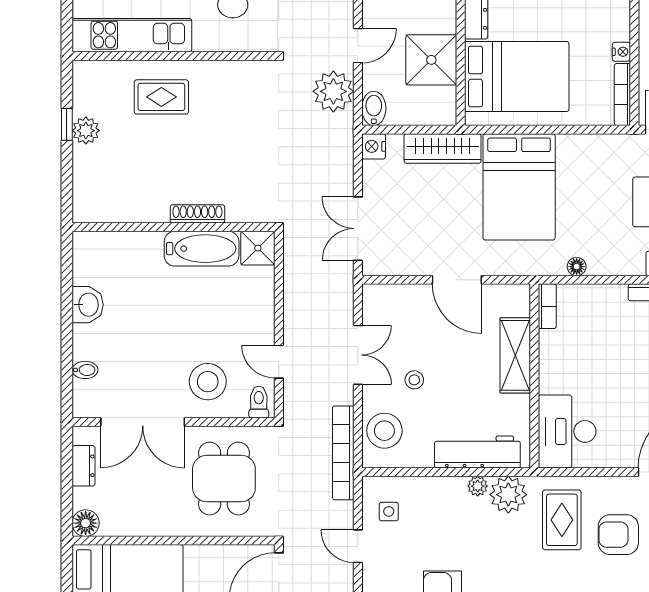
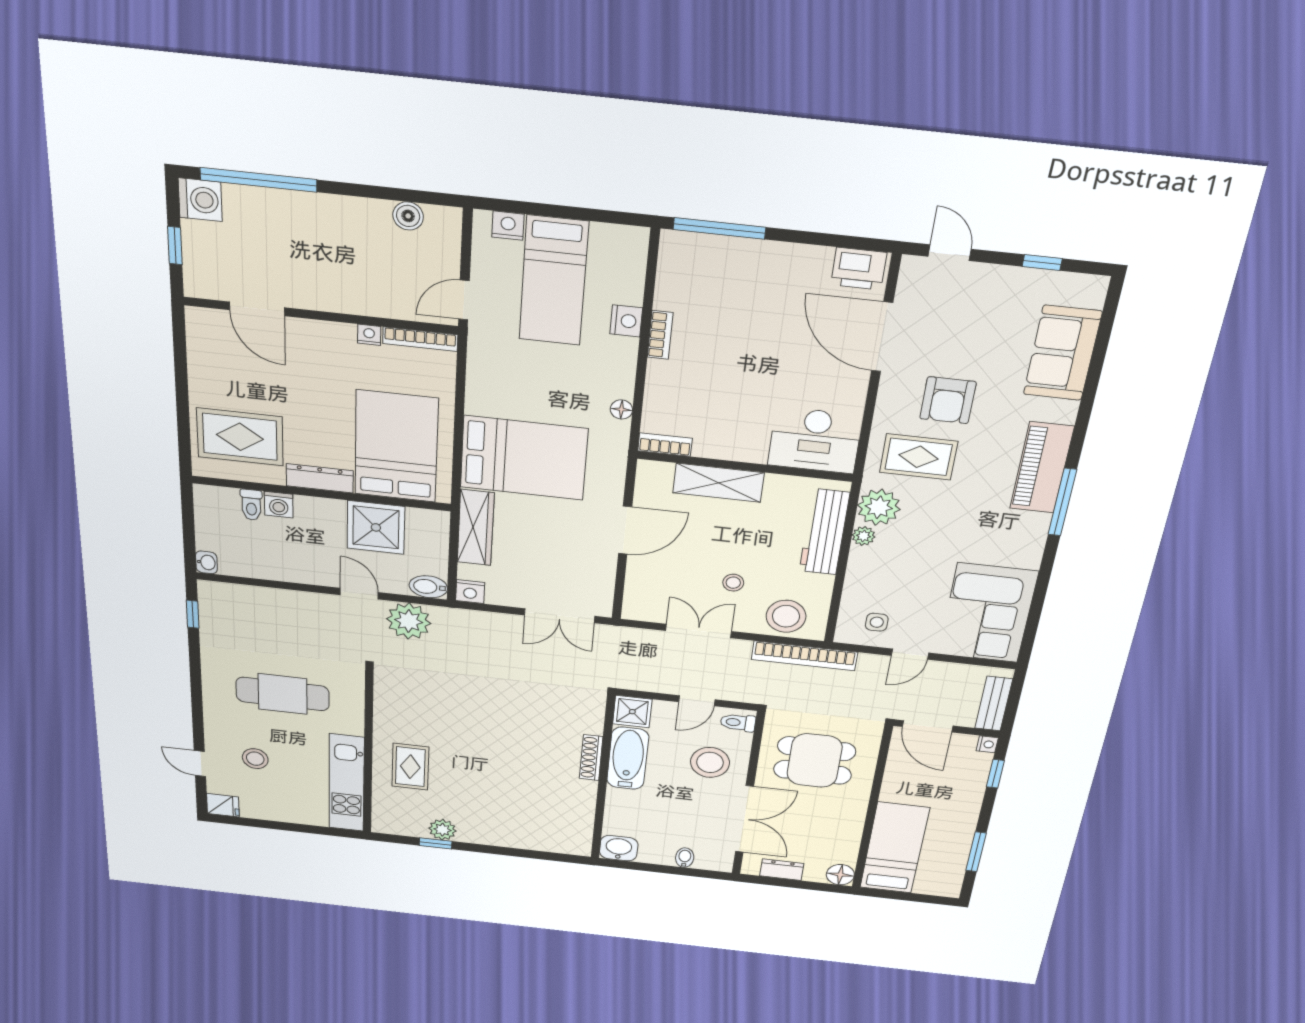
shoe rack: (197, 214) -> (591, 758), moved
wall: (174, 227) -> (603, 778), moved
shower: (258, 248) -> (632, 712), moved
bathtub: (202, 249) -> (628, 758), moved

